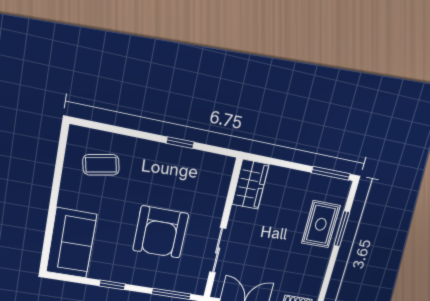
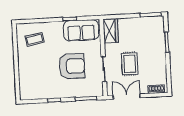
rug: (321, 224) -> (130, 64), moved
armchair: (161, 232) -> (72, 66), turned -90
sofa: (71, 243) -> (81, 30), moved, turned 90

